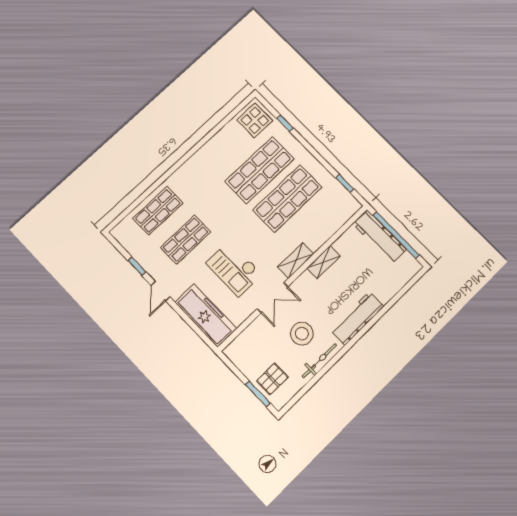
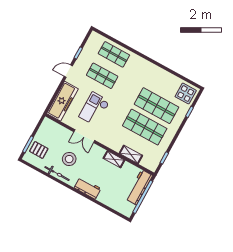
shelving: (296, 260) -> (131, 154), moved
workbench: (357, 318) -> (88, 188), width x0.73

